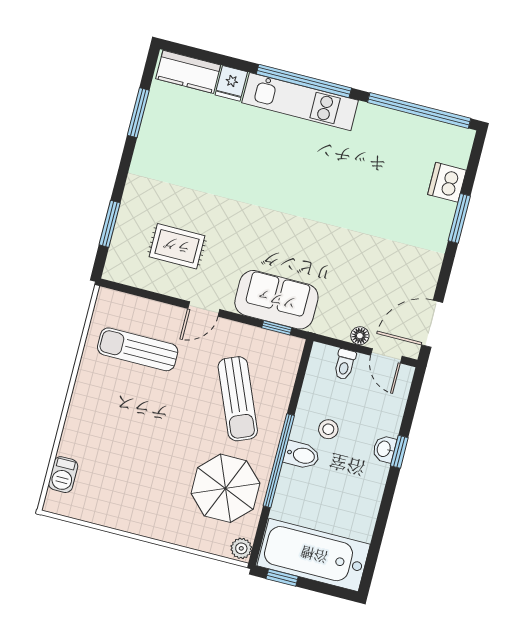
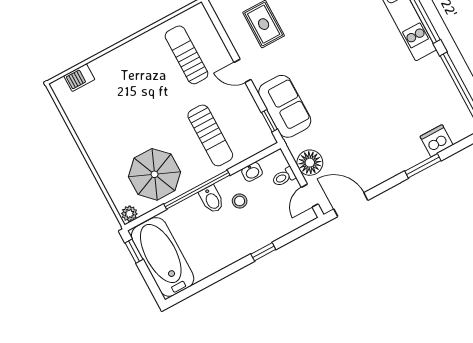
floor lamp: (360, 336) -> (310, 163), width x1.89, depth x1.89
sun lounger: (238, 399) -> (210, 135), turned -67
washbasin: (384, 449) -> (252, 172), moved, turned 180

